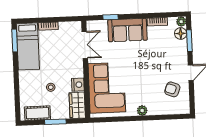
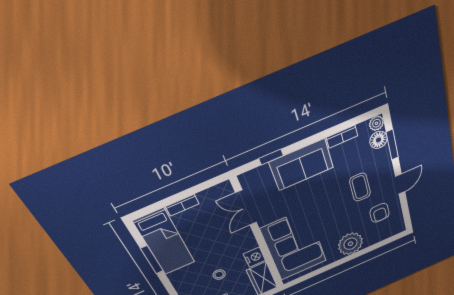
window: (15, 41) -> (152, 260), moved
double door: (85, 45) -> (246, 208), swing flipped
coffee table: (162, 63) -> (360, 187), added
armchair: (172, 89) -> (380, 213), turned -111
plant: (142, 111) -> (351, 244), width x1.87, depth x1.87

